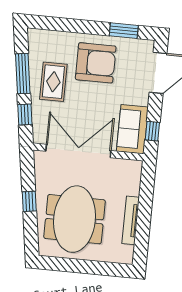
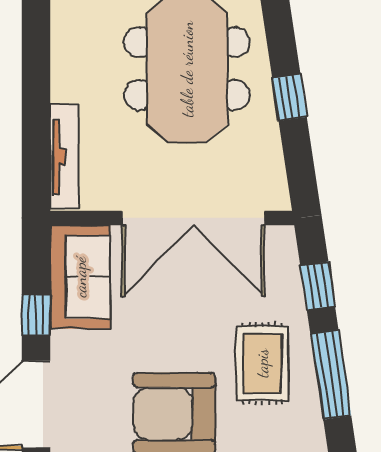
window: (152, 131) -> (36, 315), moved
tv unit: (131, 220) -> (64, 157), moved

